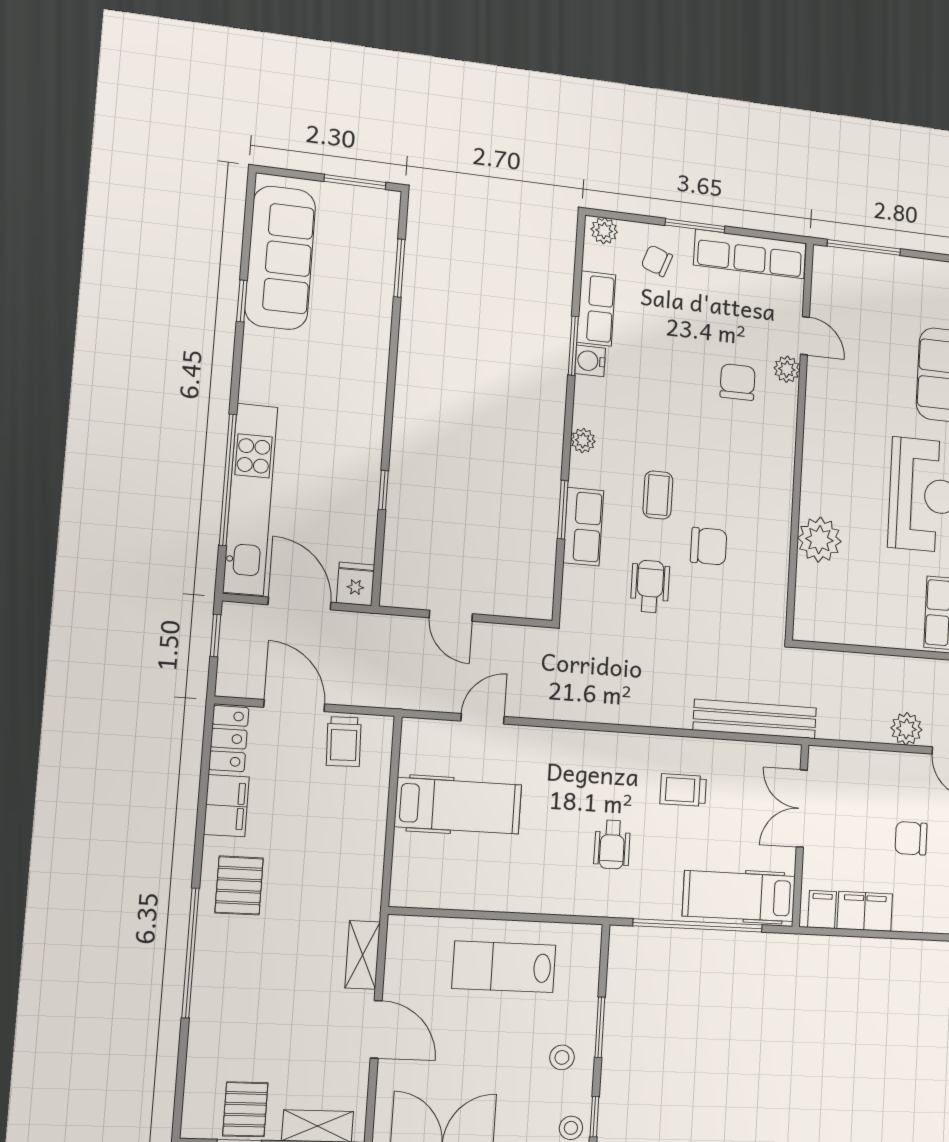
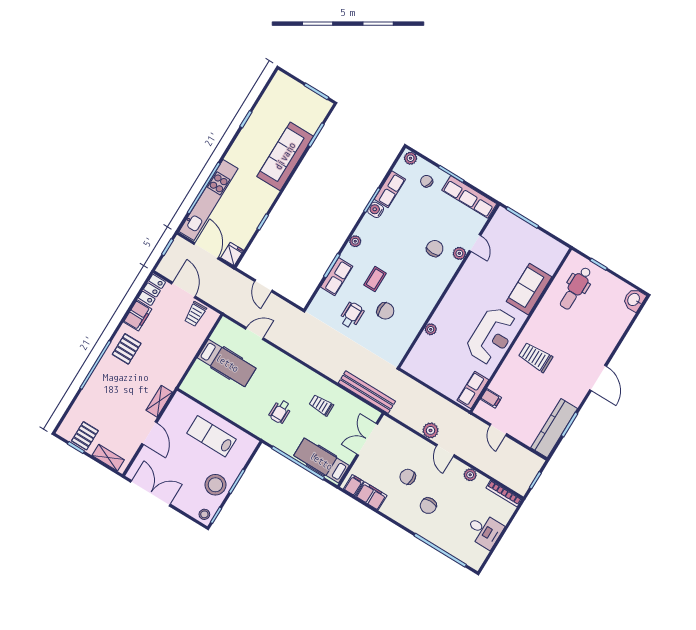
sofa: (280, 258) -> (285, 156), moved, turned 180
plant: (819, 540) -> (431, 329), width x0.53, depth x0.53
stool: (562, 1057) -> (215, 485), width x1.89, depth x1.89

